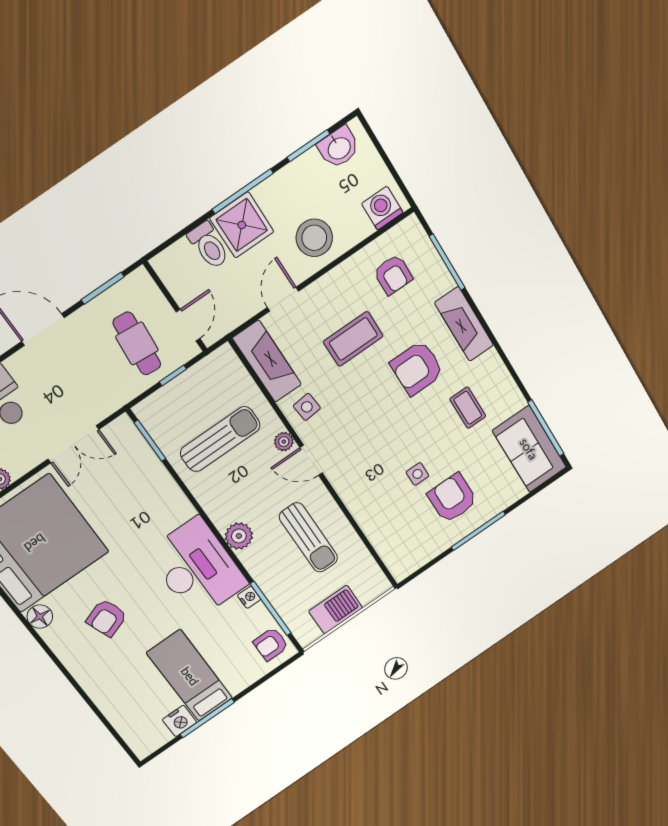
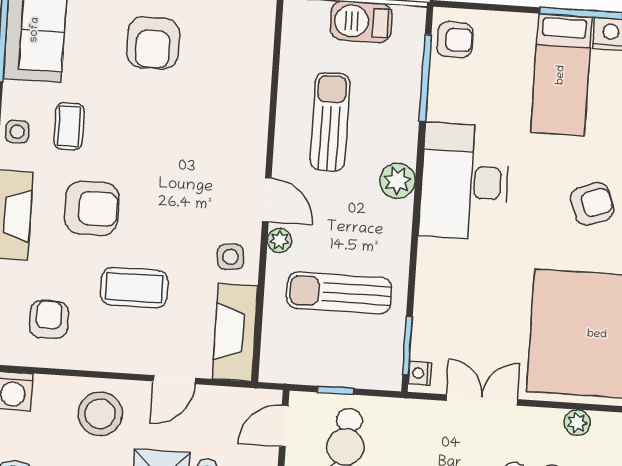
side table: (417, 474) -> (17, 132), moved
nightstand: (249, 597) -> (420, 373), moved

